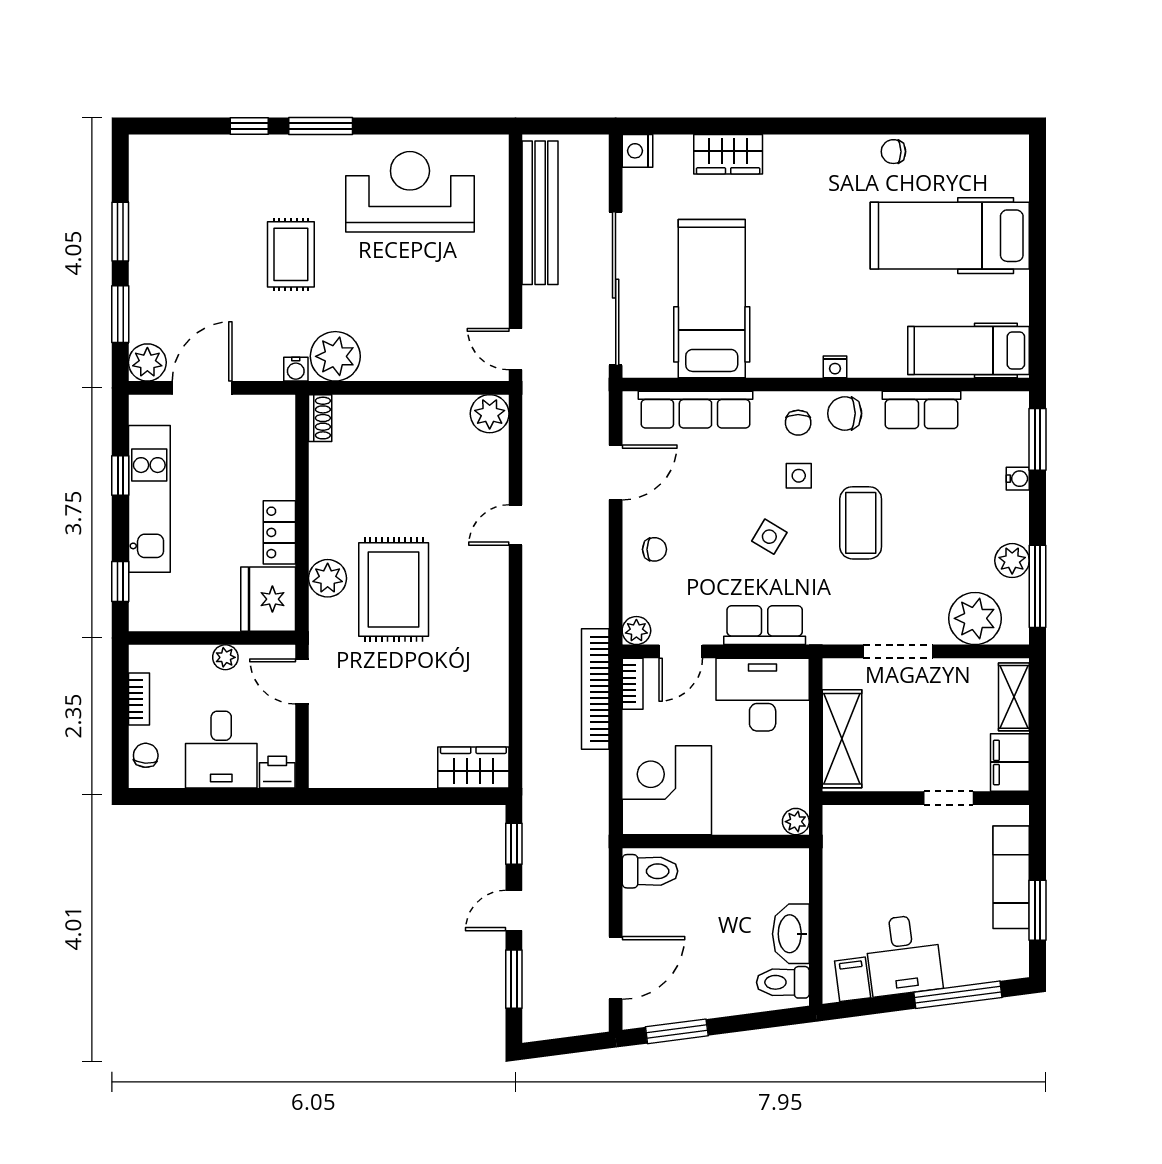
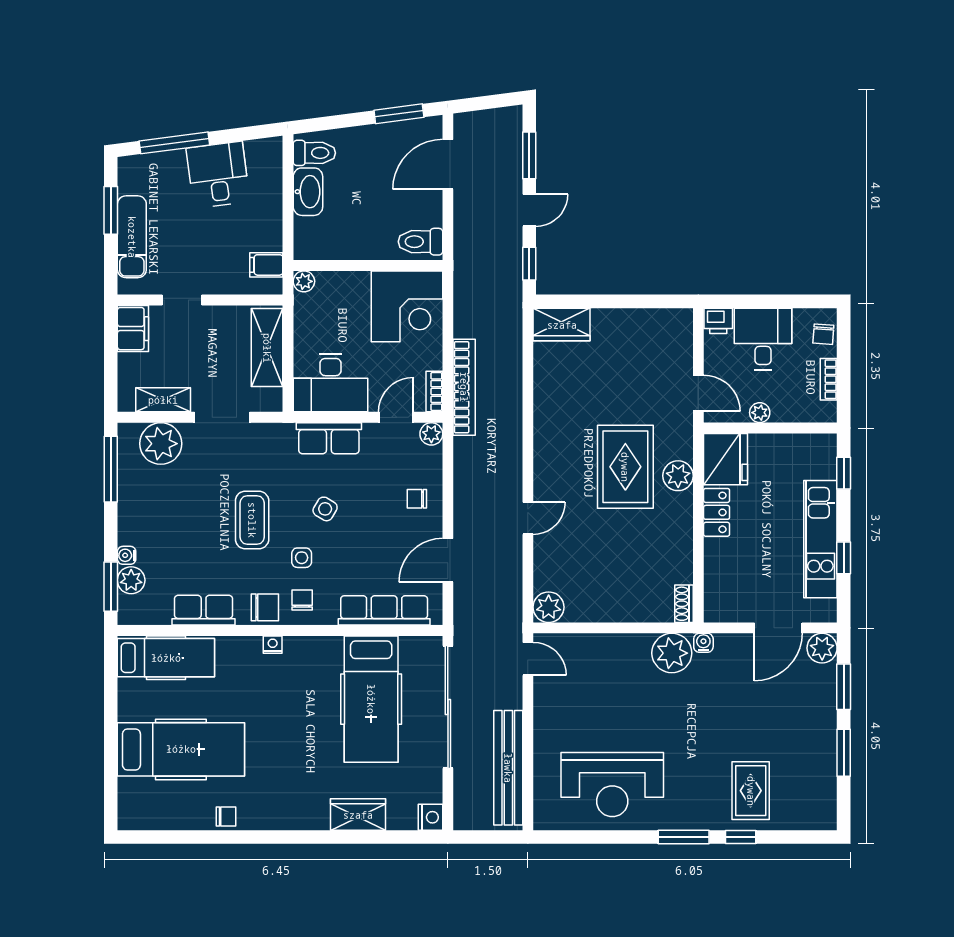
rug: (291, 254) -> (751, 791), moved
plant: (1012, 561) -> (131, 580), moved
shelving: (1014, 697) -> (163, 400), moved, turned 90
filing cabinet: (853, 979) -> (266, 265), moved, turned 97

